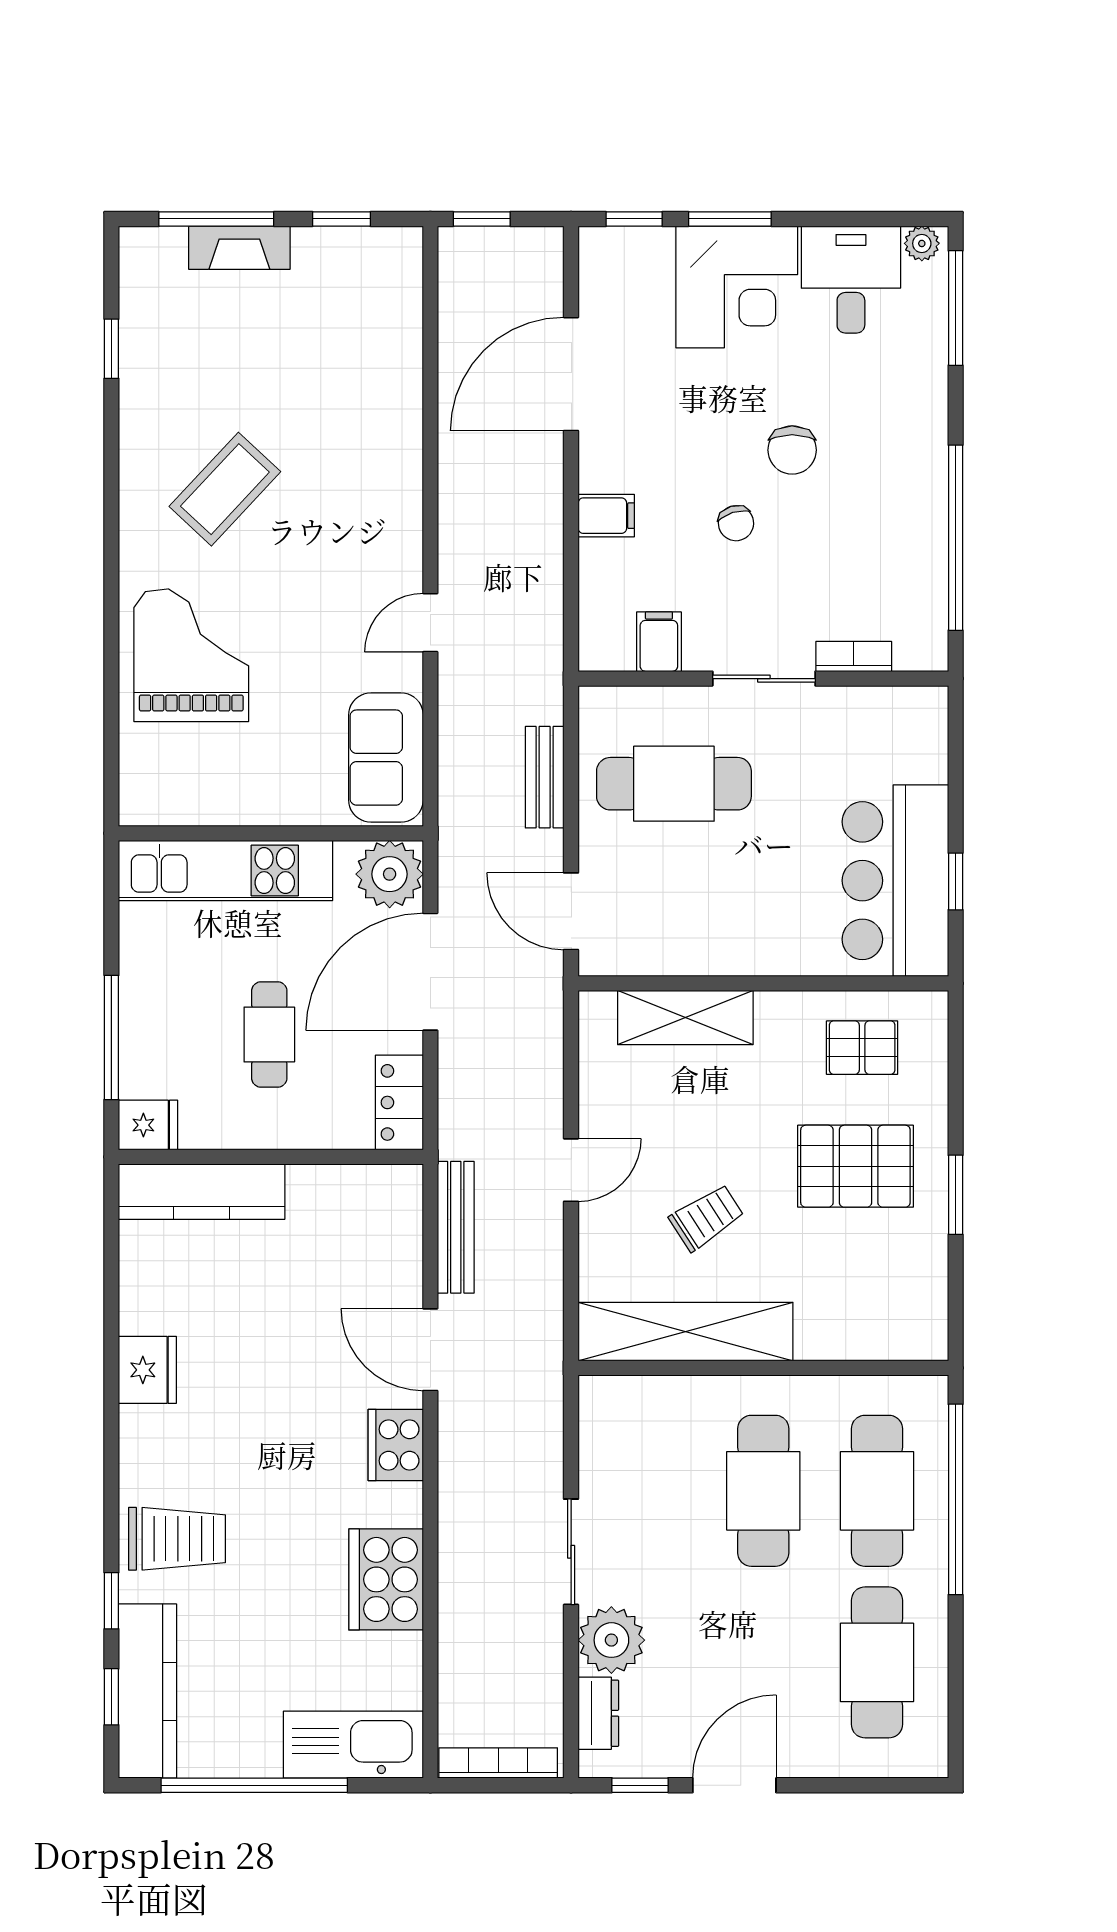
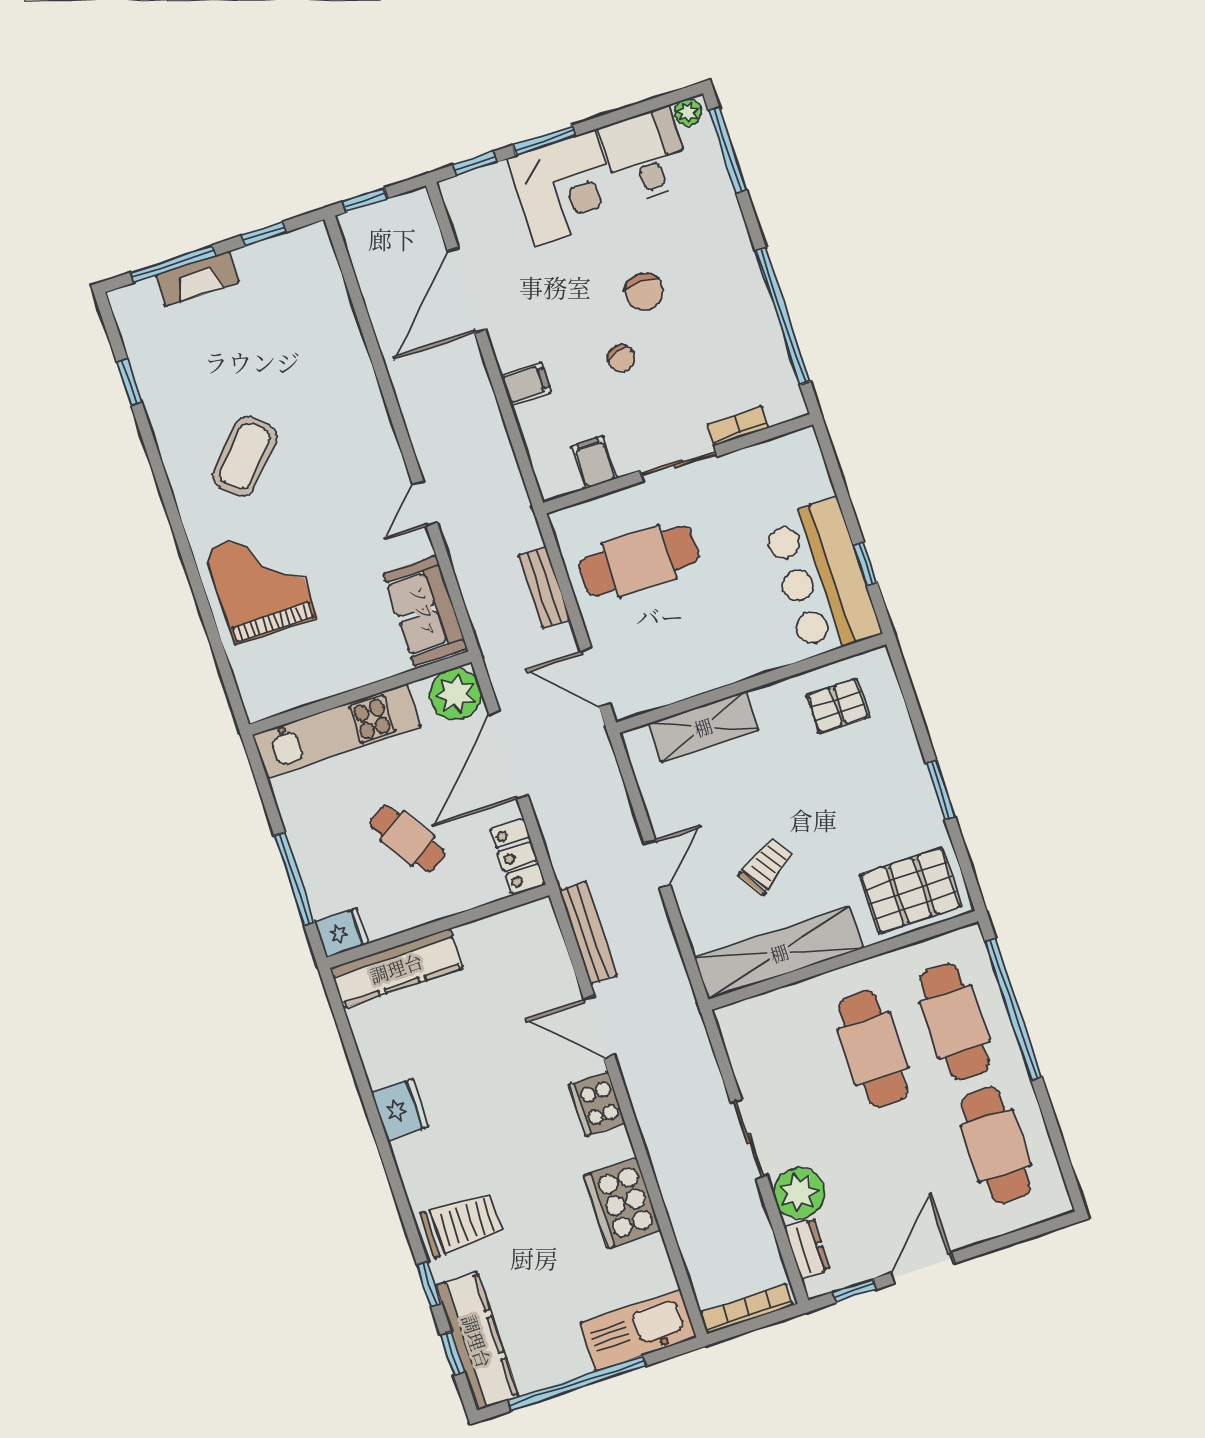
cafe table: (269, 1035) -> (407, 839), turned -33
pallet: (855, 1166) -> (910, 891), moved

